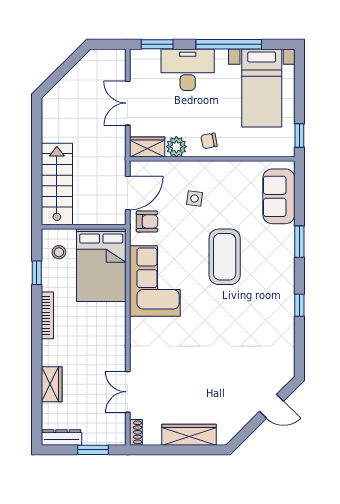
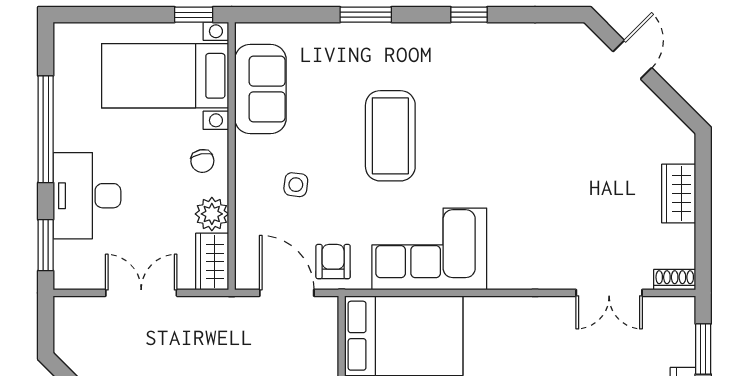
bed with nightstands: (262, 88) -> (165, 76), moved, turned 180
double door: (128, 103) -> (141, 293), swing flipped
sofa: (279, 196) -> (260, 89), moved, turned -90
coffee table: (225, 257) -> (390, 136), turned 90
wardrobe: (189, 435) -> (679, 194), width x0.67

